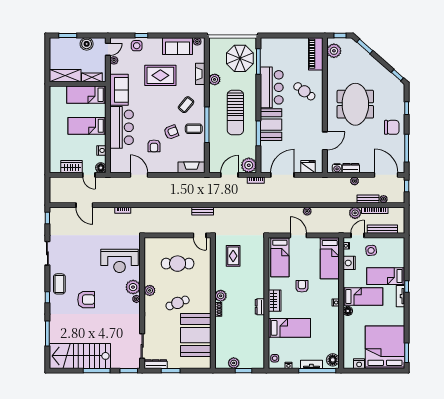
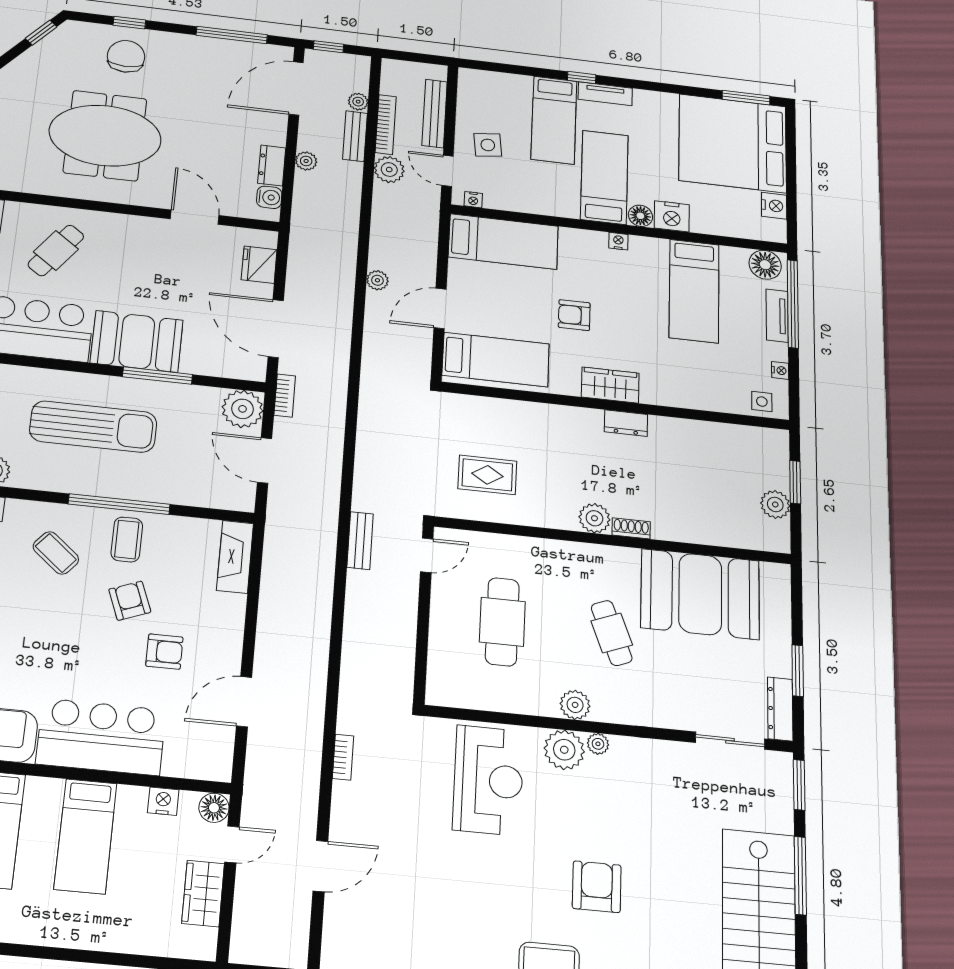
chair: (392, 127) -> (126, 56), moved
nightstand: (349, 263) -> (672, 216), moved
bed: (289, 328) -> (694, 291), moved, turned 180

